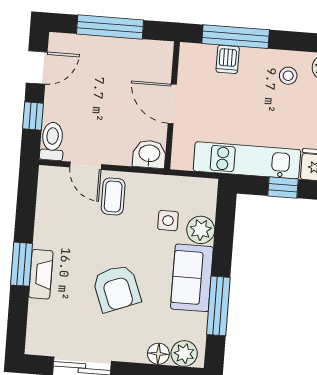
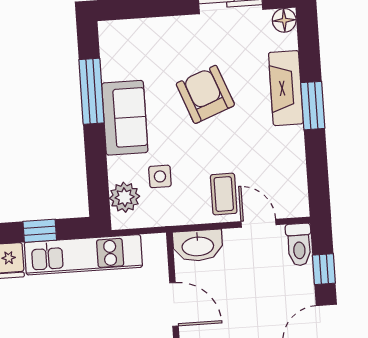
washbasin: (149, 154) -> (198, 246), width x1.38
plant: (201, 230) -> (125, 197), moved
fireplace: (41, 274) -> (286, 88), width x1.37, depth x1.32
plant: (184, 353) -> (121, 34), removed
floor lamp: (158, 354) -> (284, 20), moved

